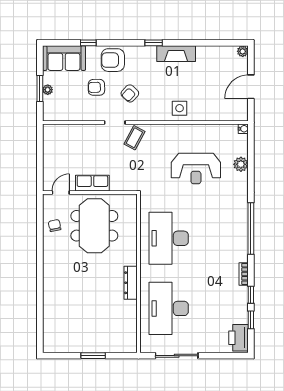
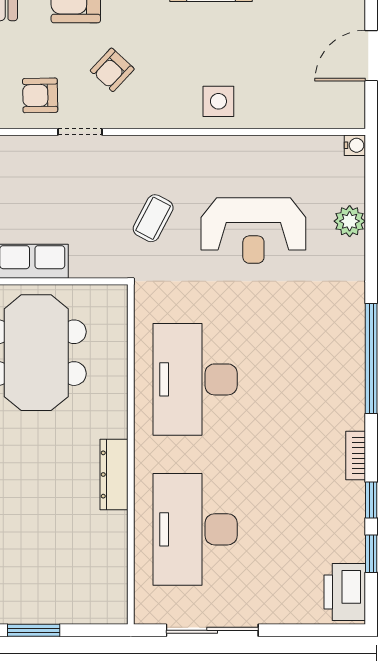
armchair: (96, 87) -> (40, 95), moved
coffee table: (134, 138) -> (153, 218), moved

